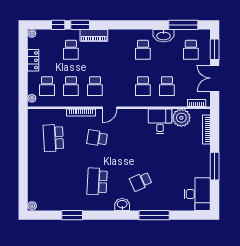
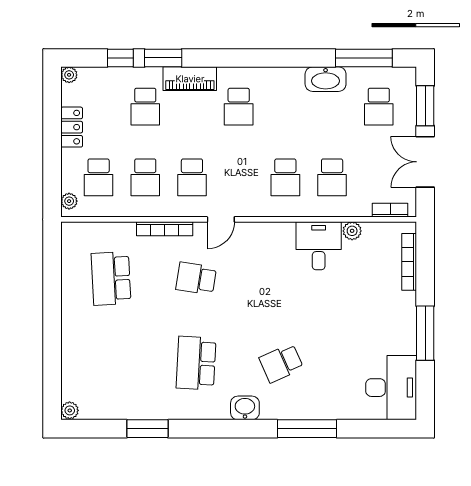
school desk: (143, 50) -> (239, 107), moved
plant: (181, 118) -> (352, 231), width x0.53, depth x0.53

